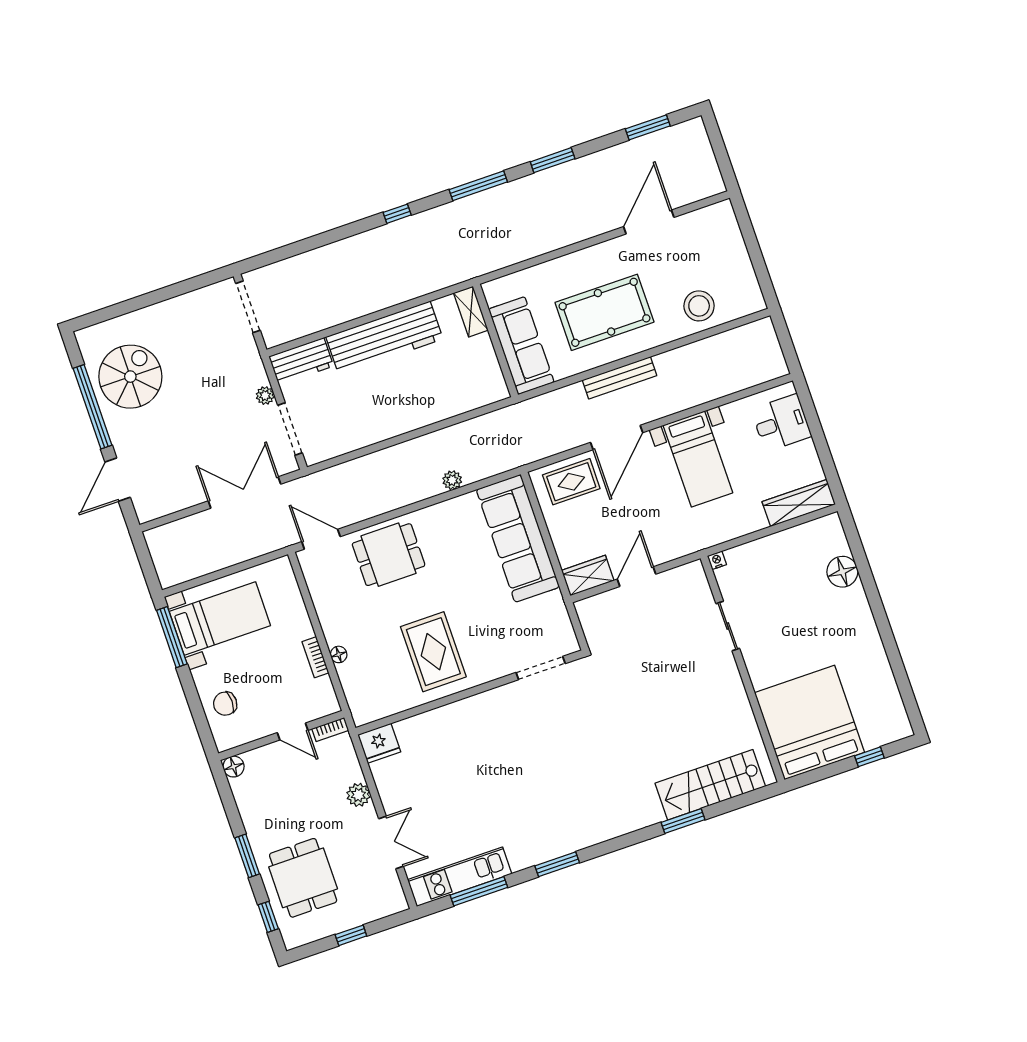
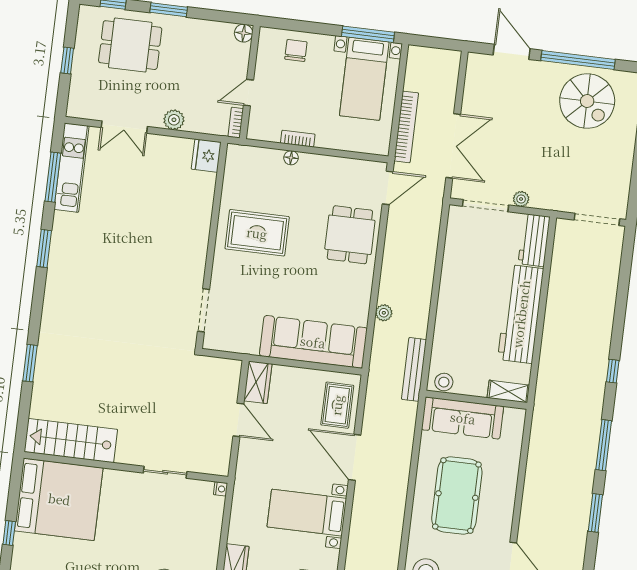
bench: (620, 378) -> (414, 369), moved
stool: (494, 383) -> (444, 382), added
bookcase: (248, 551) -> (406, 127), added
stairs: (710, 785) -> (71, 441), moved, turned -90

